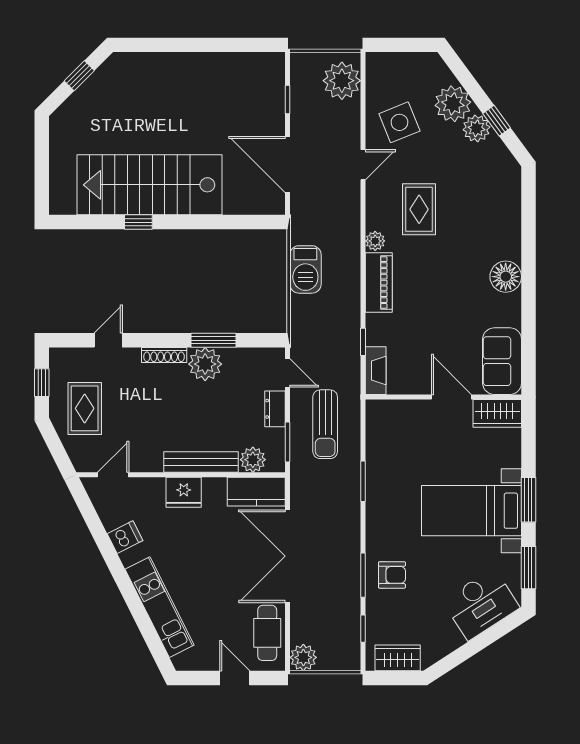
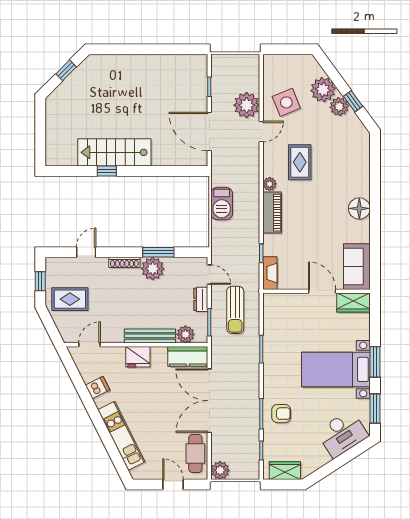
plant: (342, 81) -> (247, 105), moved
stairs: (150, 185) -> (114, 152), width x0.73, depth x0.66
rug: (85, 408) -> (70, 299), turned 90

